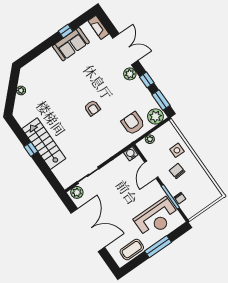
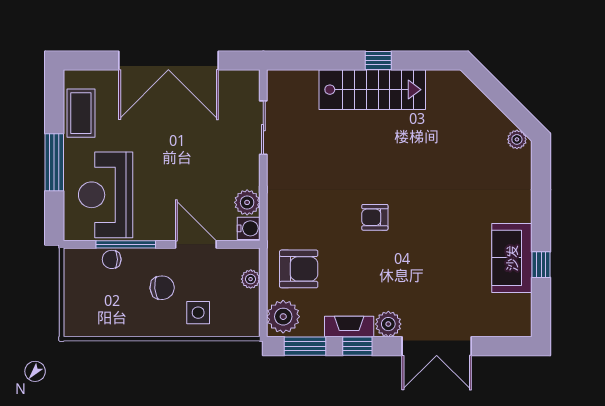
fireplace: (99, 27) -> (349, 327), moved
plant: (21, 90) -> (517, 139), moved
plant: (77, 192) -> (247, 202), moved

